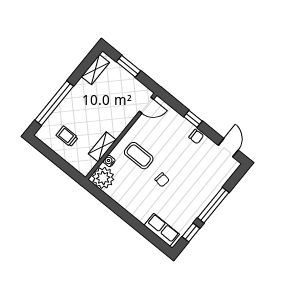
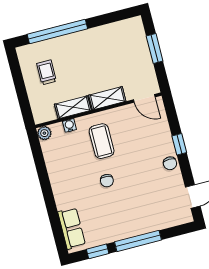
shelving: (95, 70) -> (107, 98), moved
plant: (103, 178) -> (44, 133), width x0.53, depth x0.53

